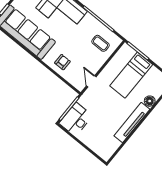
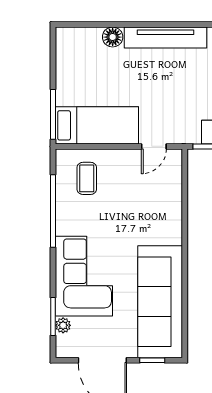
armchair: (62, 62) -> (160, 212), removed
bed: (131, 75) -> (97, 125), moved

